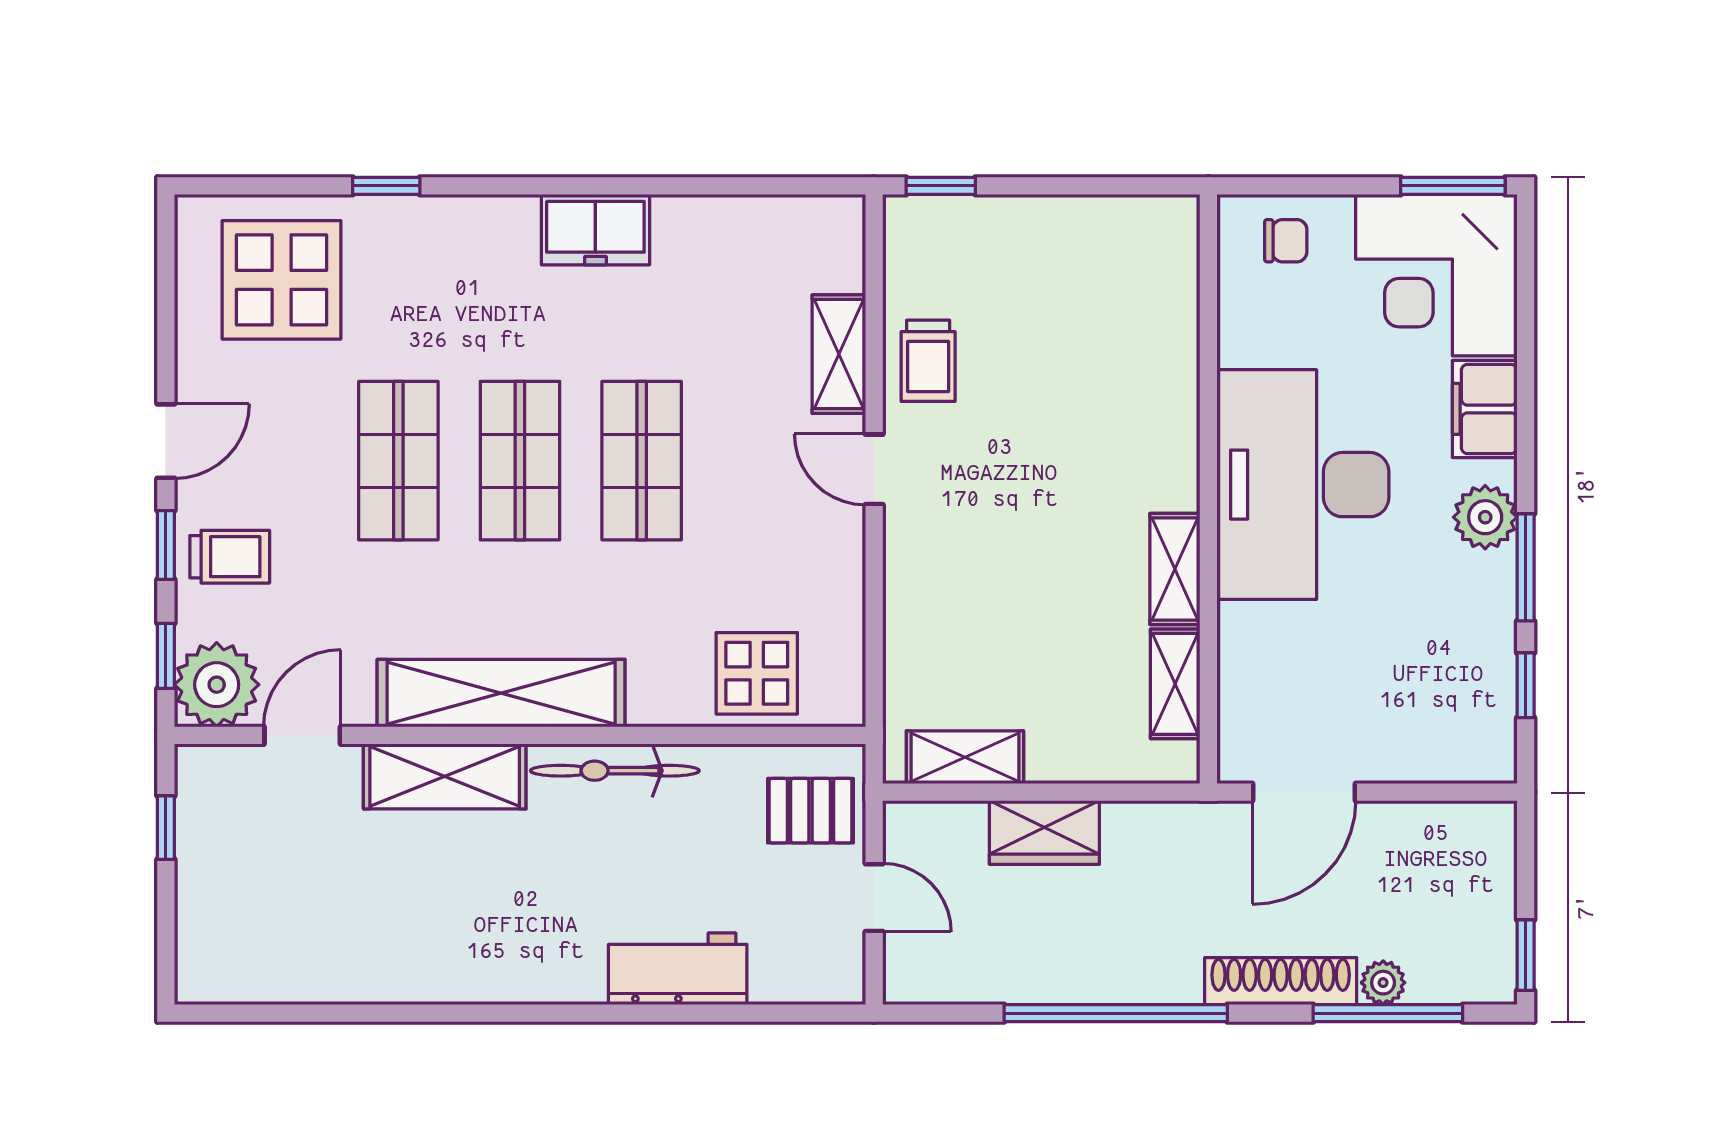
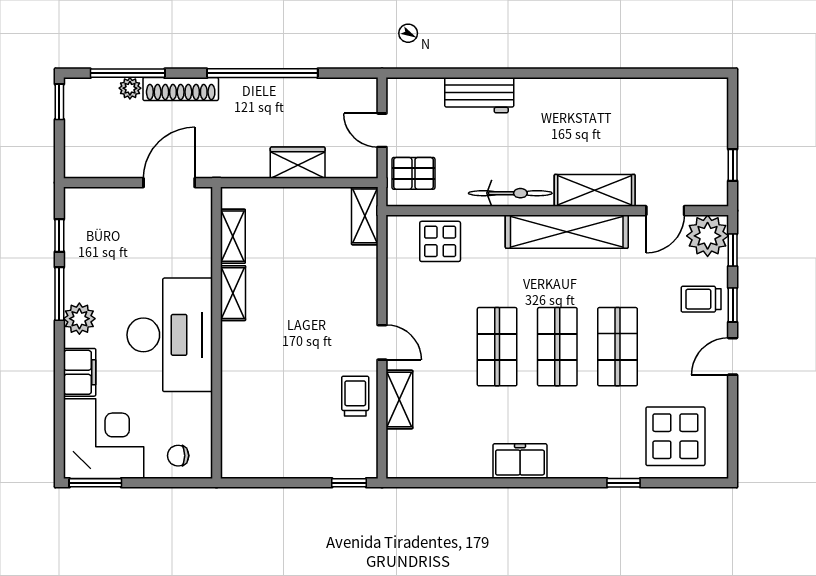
shelving: (965, 757) -> (365, 216), moved, turned 90

